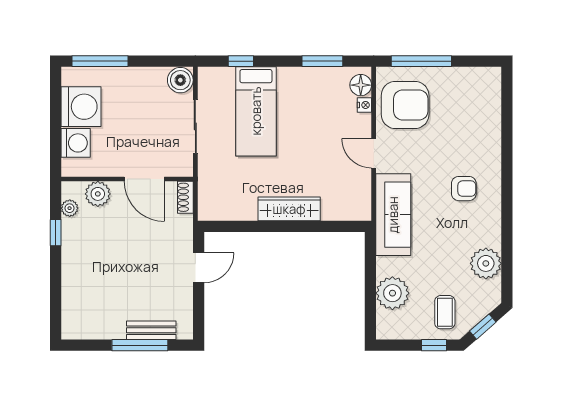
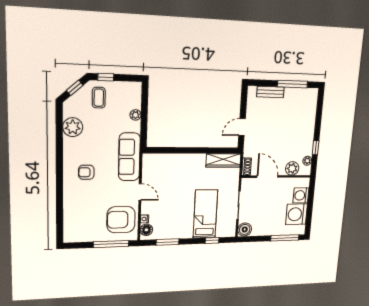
wardrobe: (289, 209) -> (223, 160), moved
plant: (392, 293) -> (136, 115), width x0.53, depth x0.53
window: (140, 345) -> (292, 84), moved

